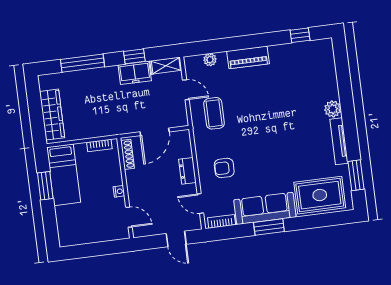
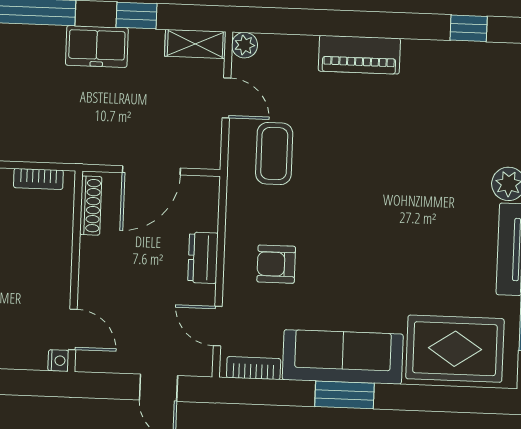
plant: (210, 60) -> (245, 45), moved
freezer: (135, 73) -> (97, 47), moved
nightstand: (119, 191) -> (58, 361), moved

